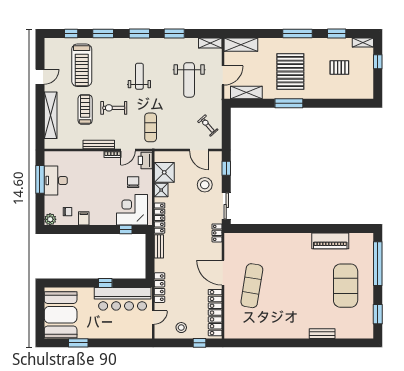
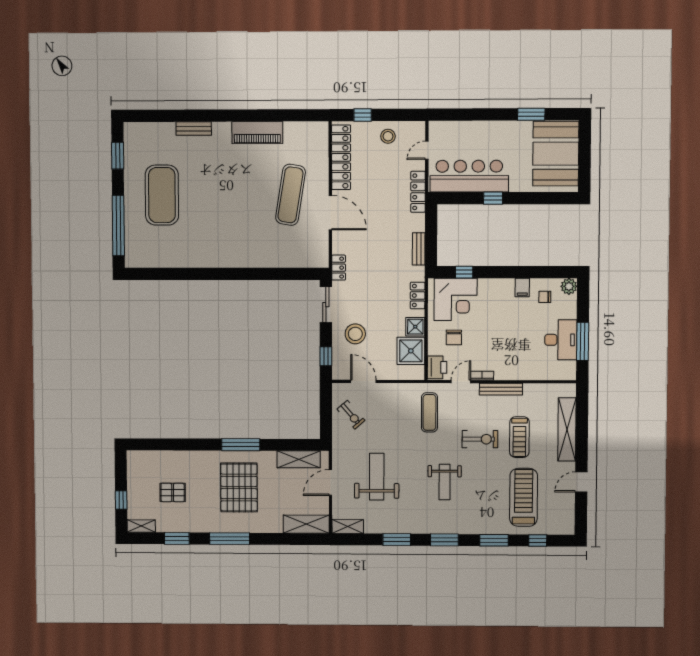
locker: (160, 218) -> (418, 295), width x0.66
piano: (330, 241) -> (257, 133), moved, turned 180

